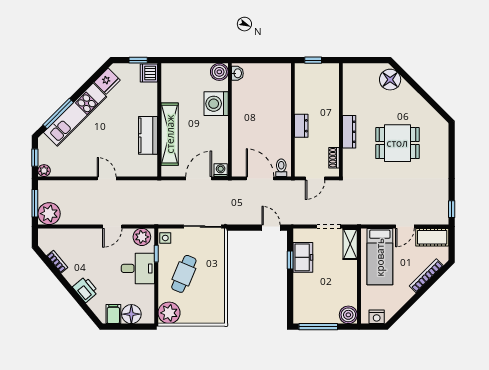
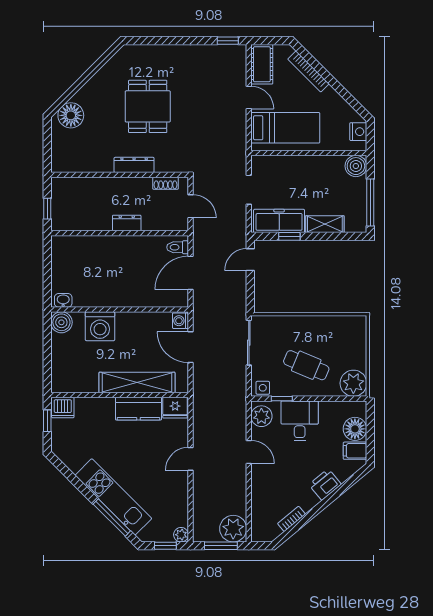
fridge: (107, 81) -> (175, 408), moved, turned 135
shelving: (350, 244) -> (325, 224), moved
freezer: (303, 257) -> (279, 221), width x1.40

